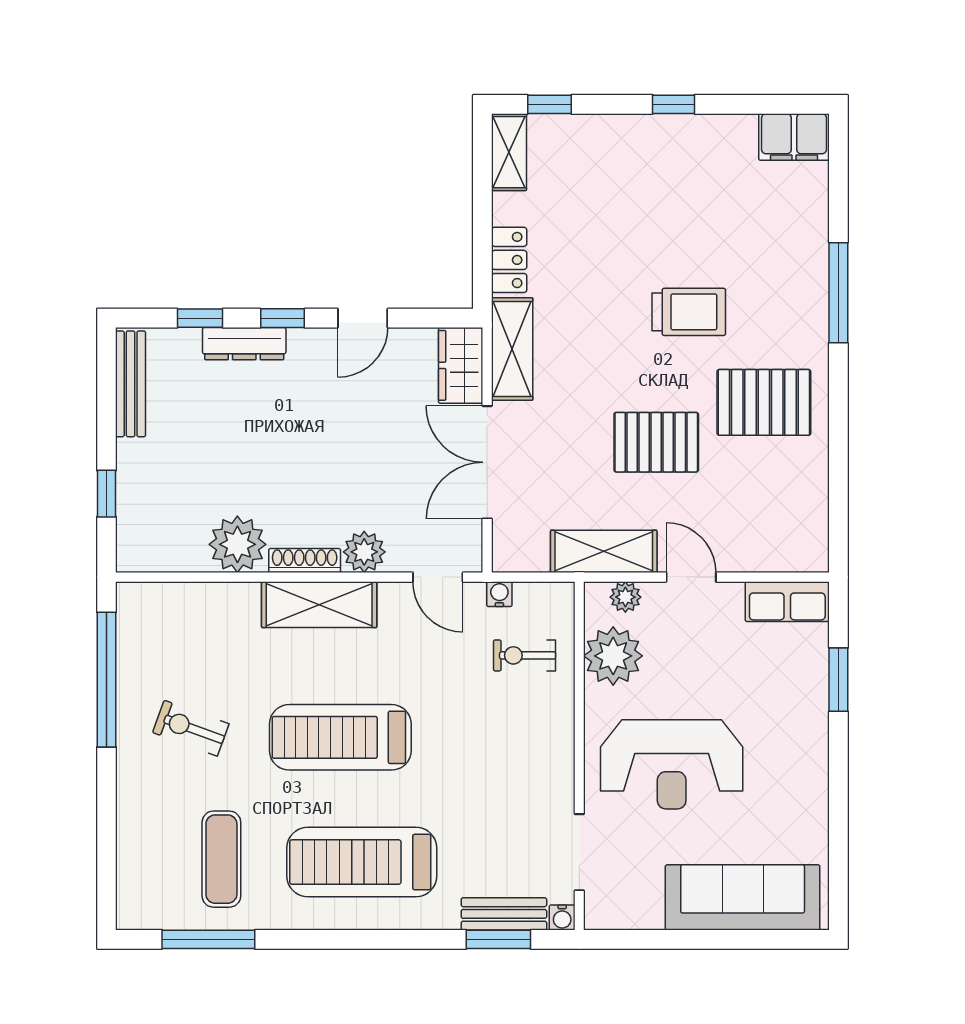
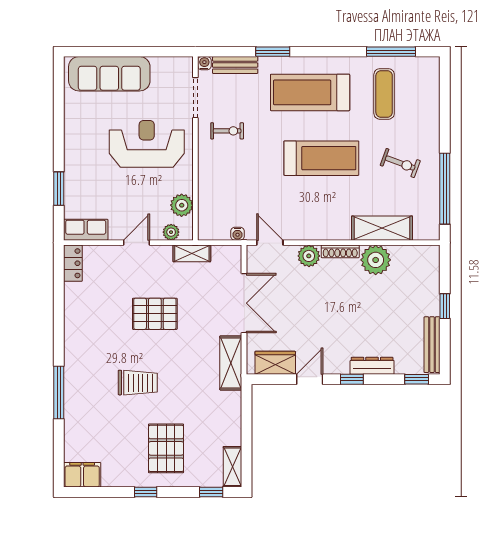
locker: (509, 260) -> (73, 263), moved, turned 180
trolley: (689, 312) -> (138, 383), turned 180
window: (200, 318) -> (417, 379), moved
wardrobe: (461, 365) -> (275, 363), moved, turned -90
pallet: (764, 402) -> (166, 448), moved, turned 90
window: (107, 494) -> (445, 306), moved
shelving: (604, 551) -> (192, 253), width x0.67, depth x0.75
door: (691, 577) -> (136, 243), swing flipped
shelving: (319, 605) -> (382, 228), moved
exercise bike: (524, 655) -> (227, 131), moved
plant: (613, 656) -> (182, 205), width x0.73, depth x0.73
treadmill: (362, 862) -> (310, 92), turned 180
window: (498, 939) -> (273, 52), moved

